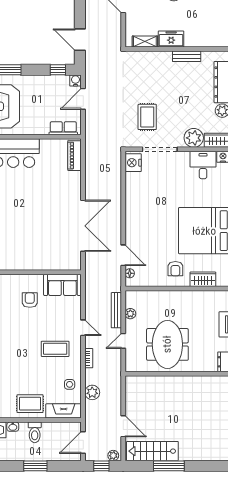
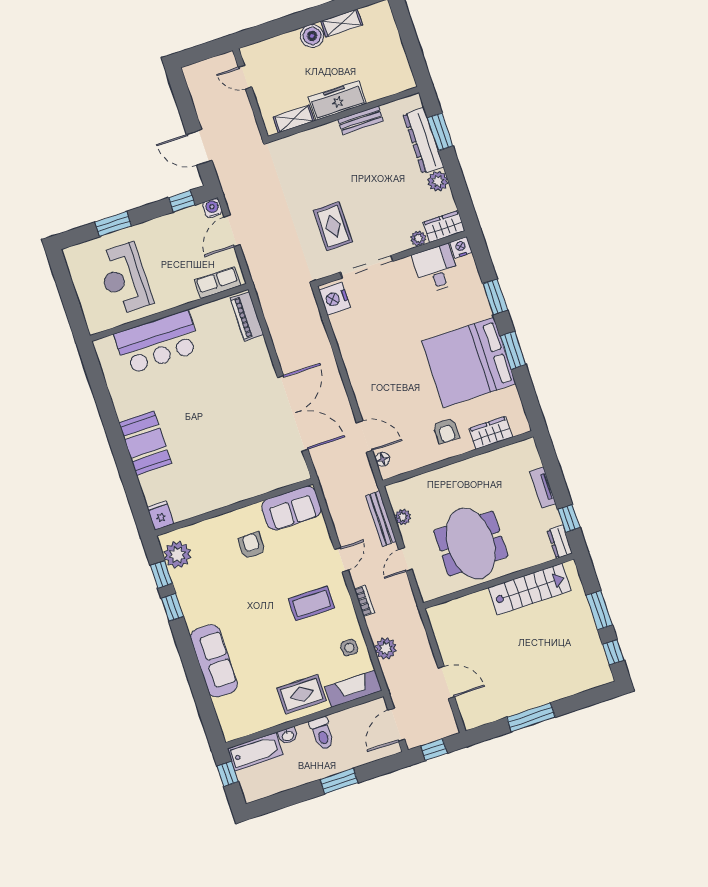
freezer: (171, 39) -> (337, 100), width x1.40
plant: (194, 138) -> (418, 238), width x0.53, depth x0.53
door: (83, 328) -> (341, 560), hinge flipped
stairs: (152, 451) -> (529, 589), moved, turned 180
plant: (113, 456) -> (446, 729), removed

